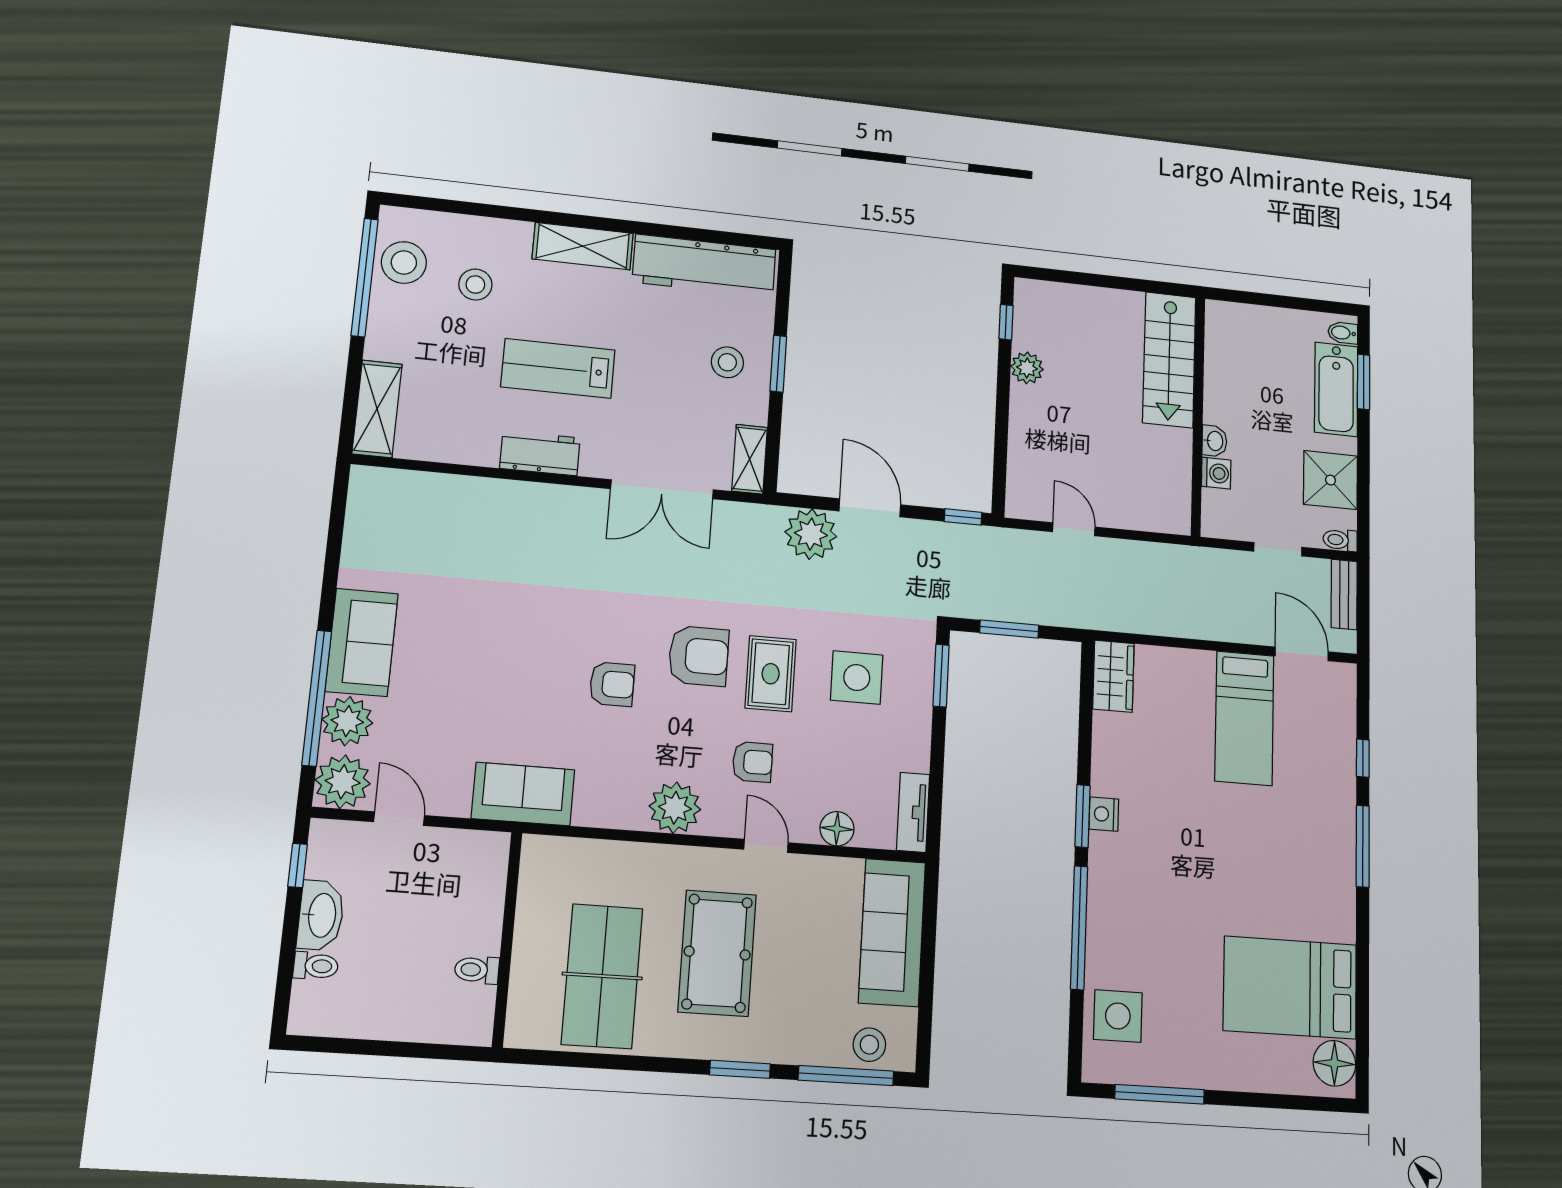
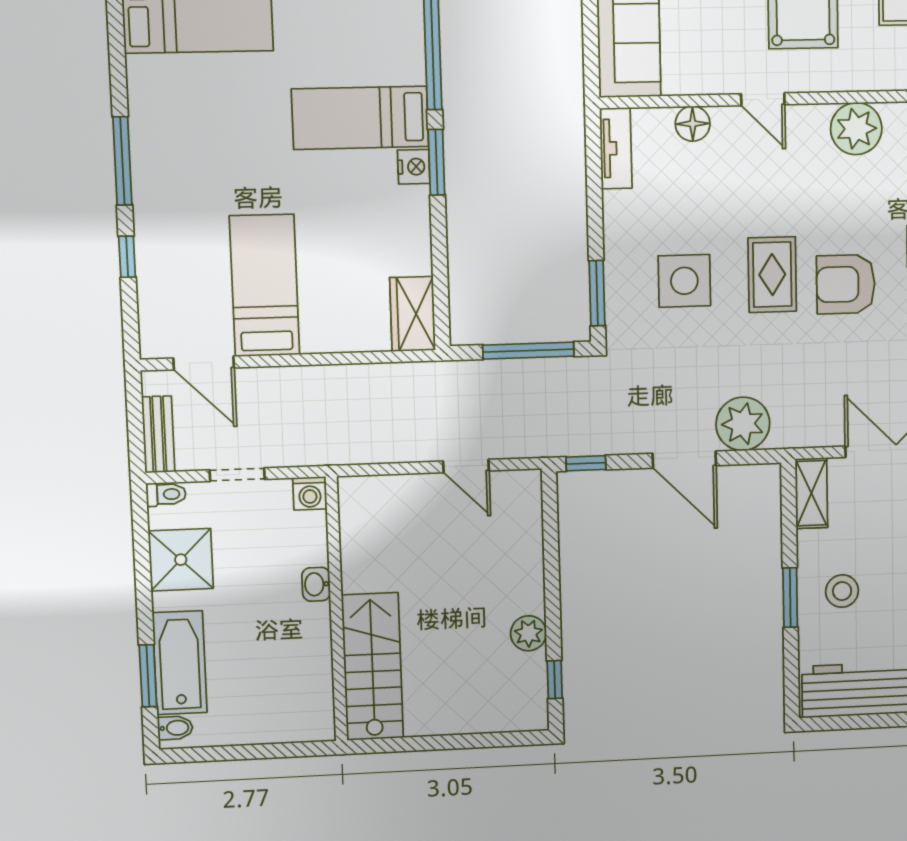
washing machine: (1216, 473) -> (310, 493), moved, turned -90
window: (1009, 629) -> (528, 351), width x1.44
armchair: (752, 762) -> (783, 183), removed
bed: (1150, 865) -> (360, 118), added

